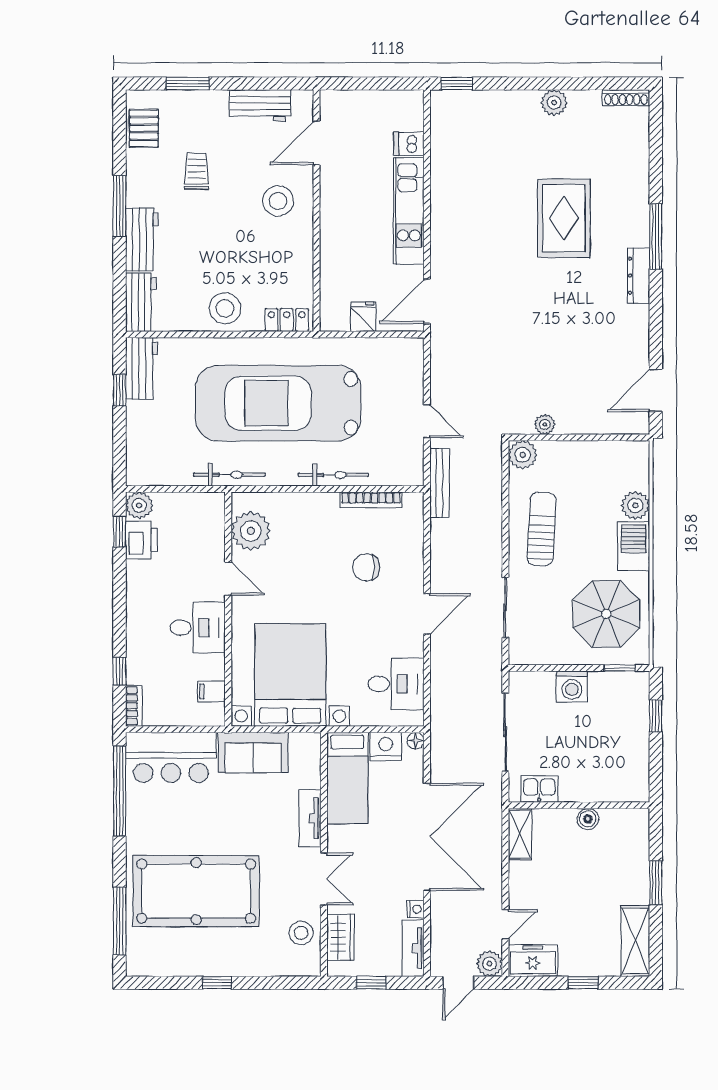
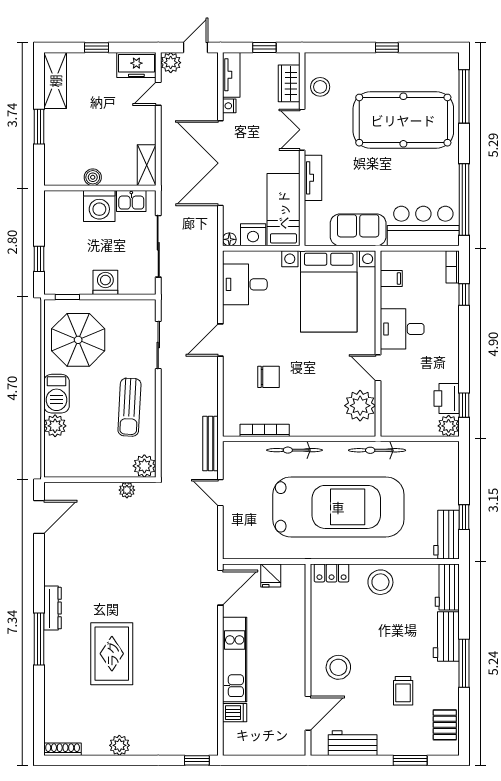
washing machine: (580, 783) -> (99, 206), added

